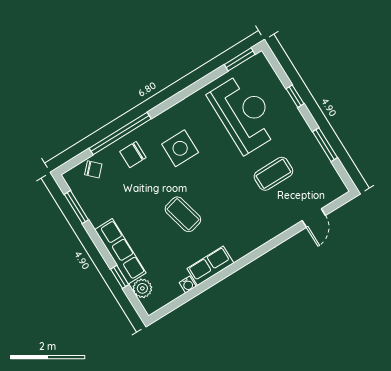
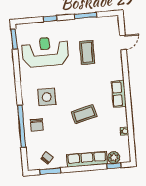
chair: (93, 169) -> (47, 158), moved
door: (314, 218) -> (123, 42), hinge flipped
row of seats: (210, 266) -> (119, 94), moved
window: (120, 277) -> (114, 166), moved

